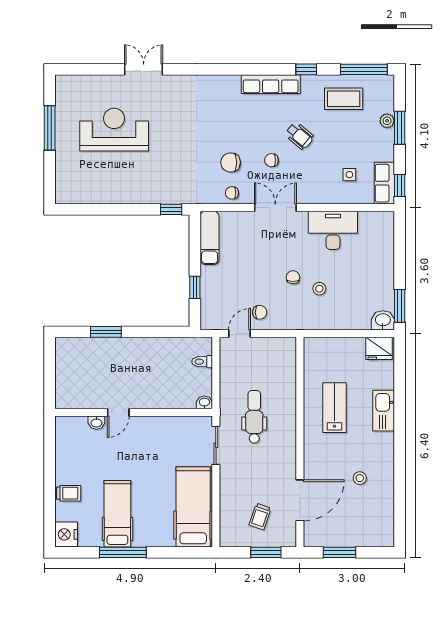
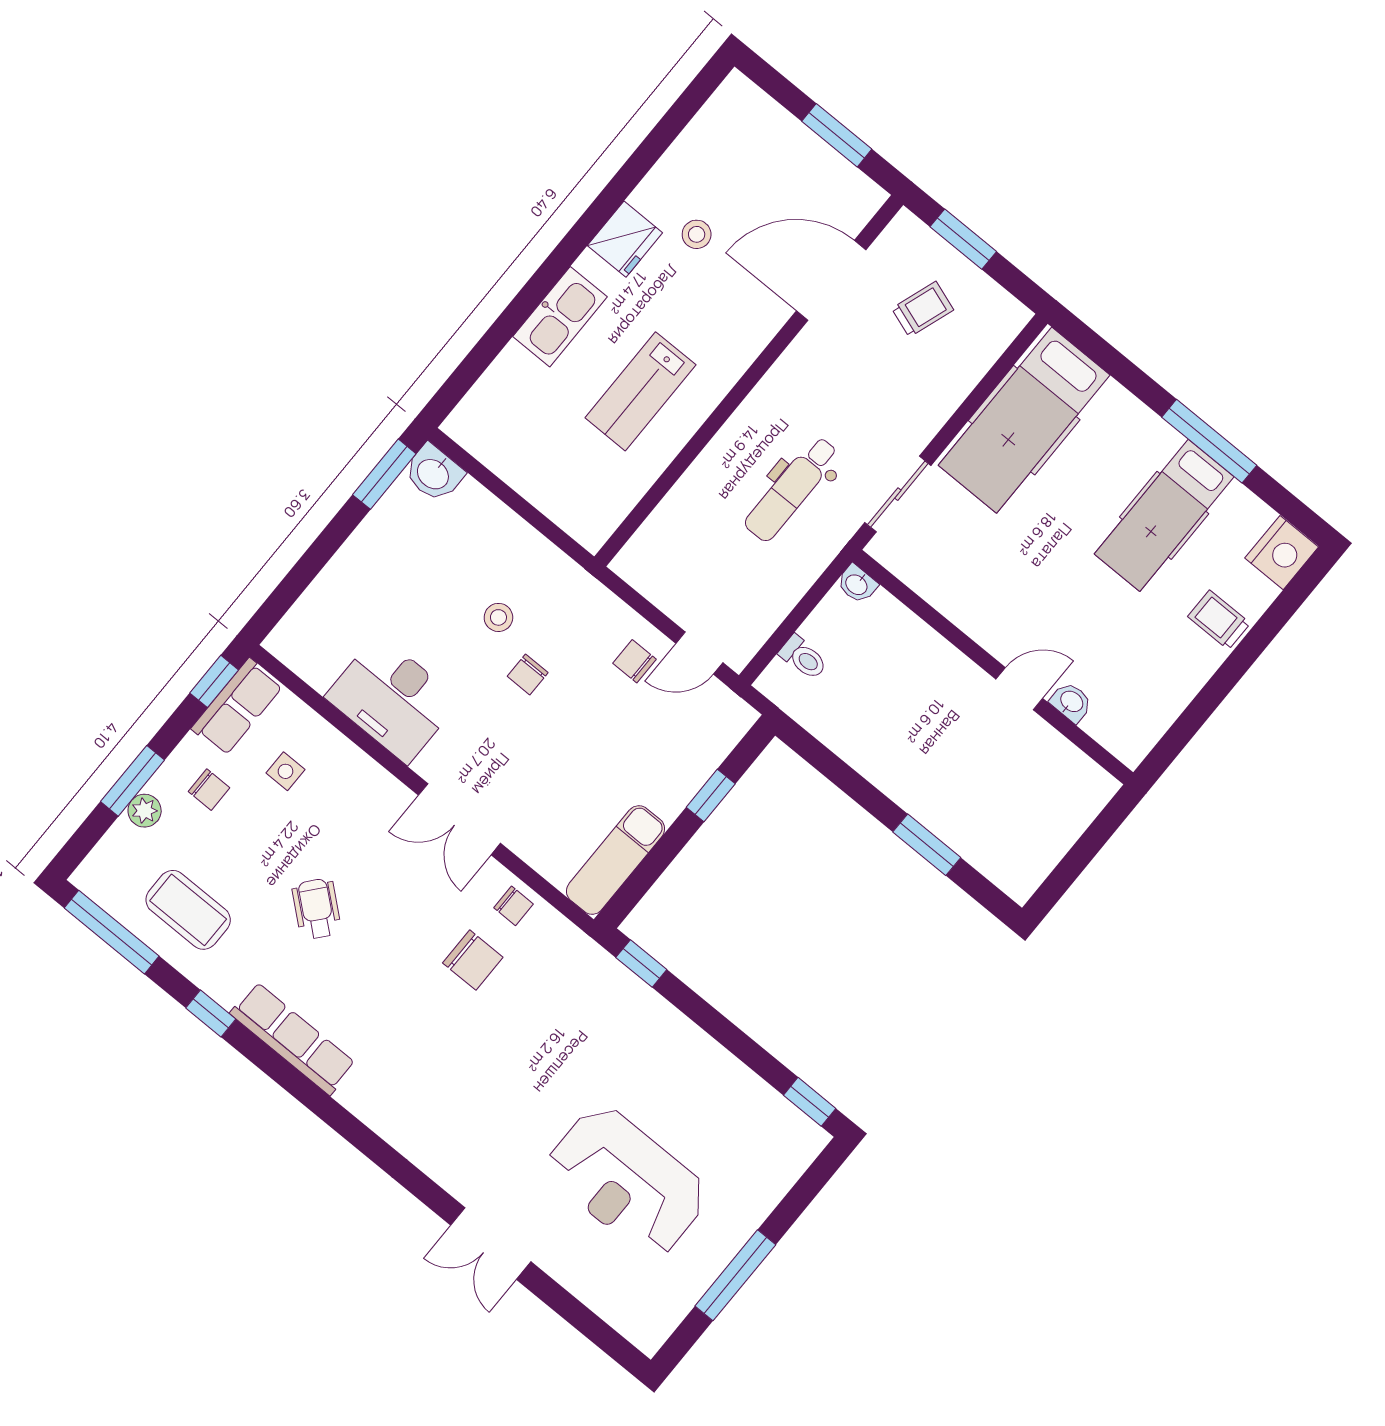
chair: (271, 160) -> (209, 790), moved
window: (73, 209) -> (810, 1102), added
fridge: (379, 348) -> (625, 239), moved, turned 90

